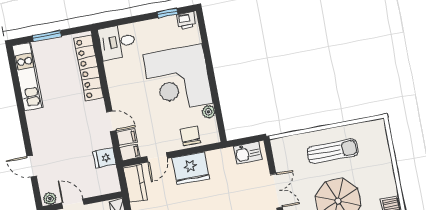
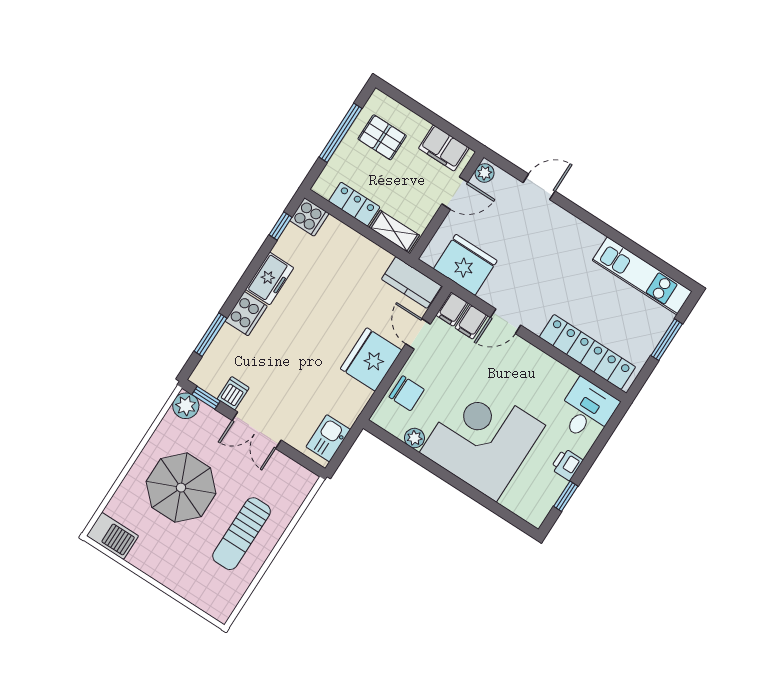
printer: (186, 21) -> (567, 464), moved
fridge: (104, 158) -> (465, 265), width x1.88, depth x1.34

